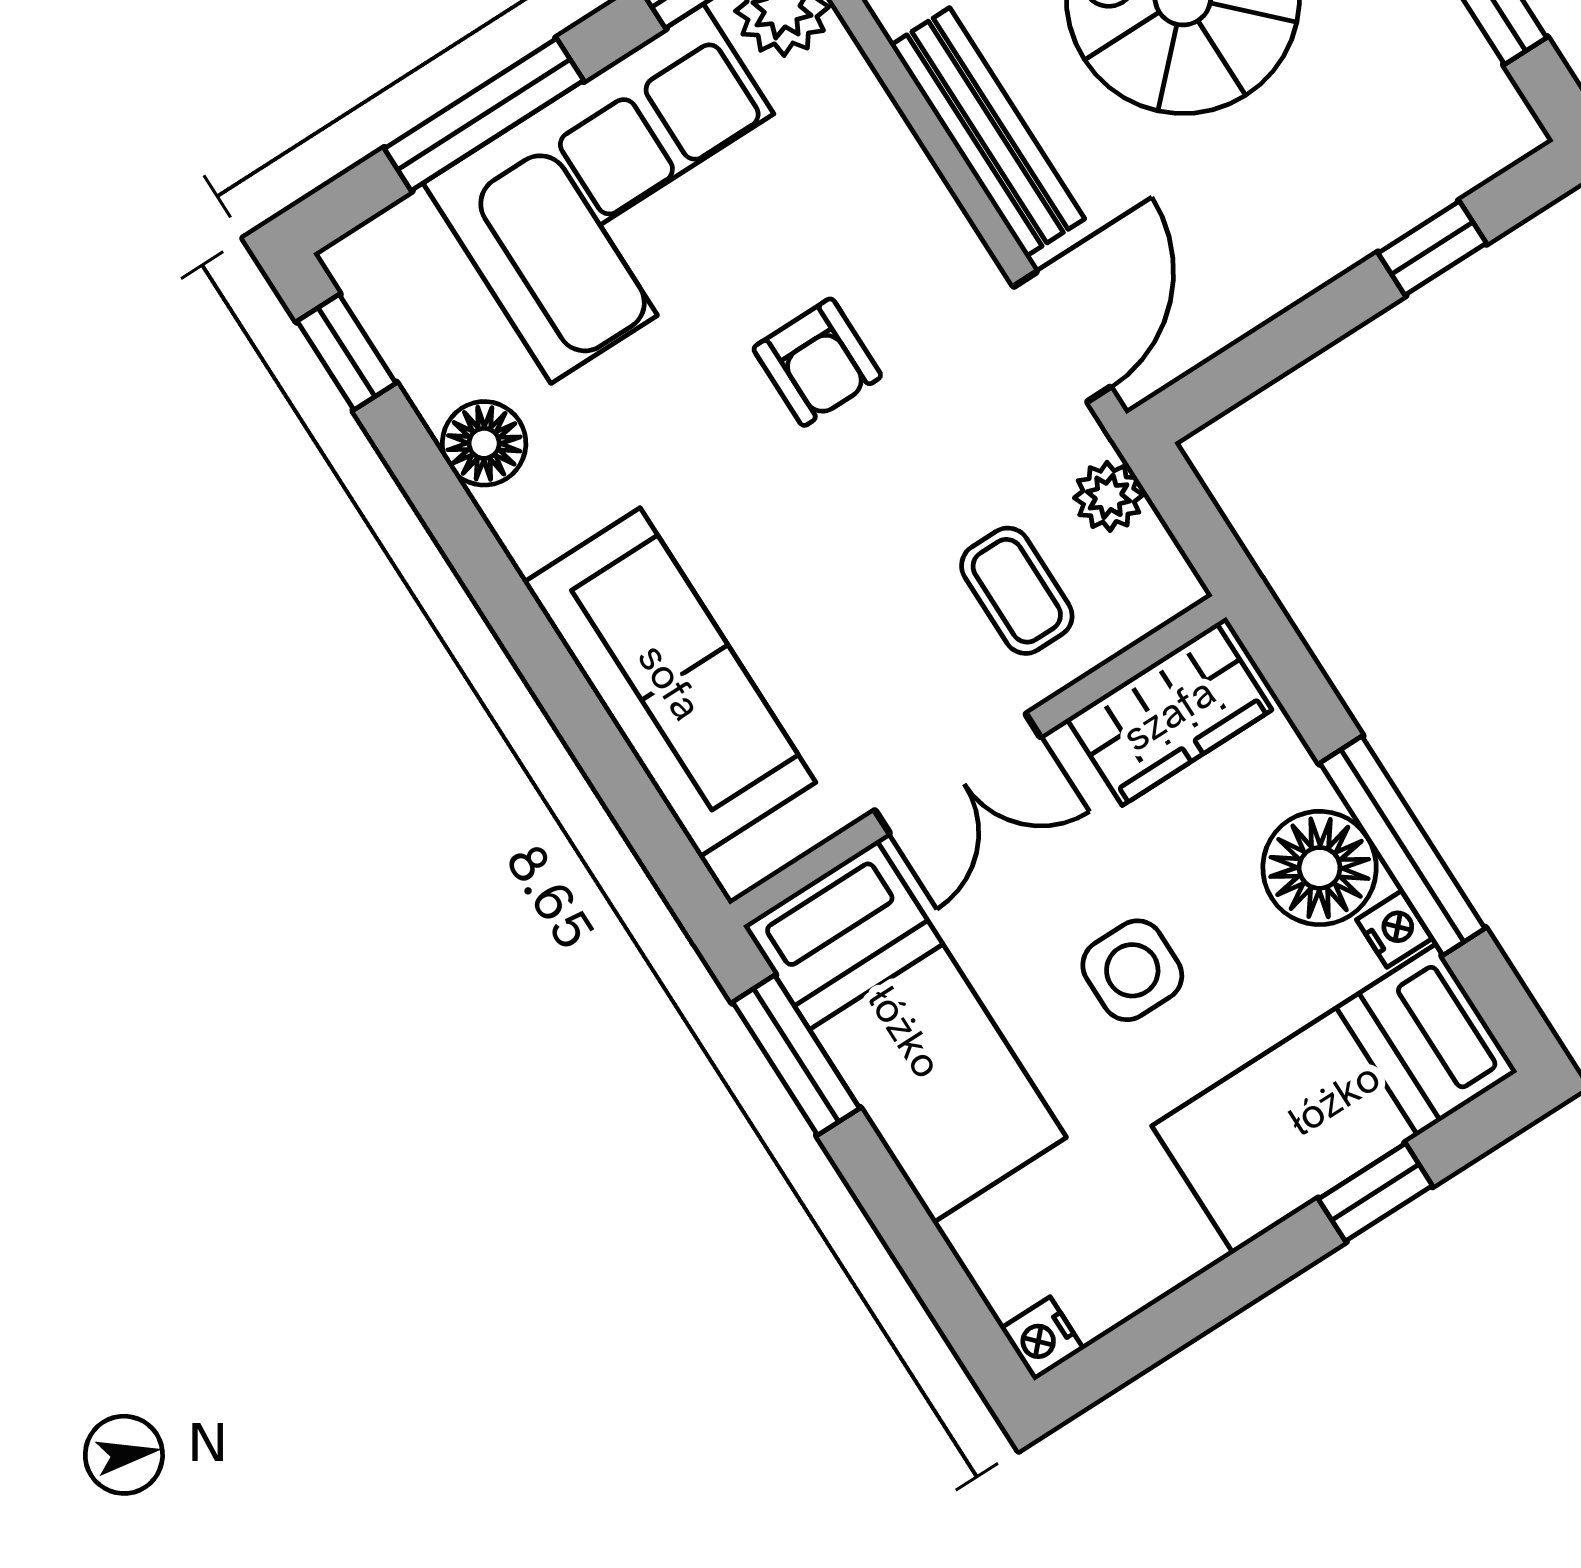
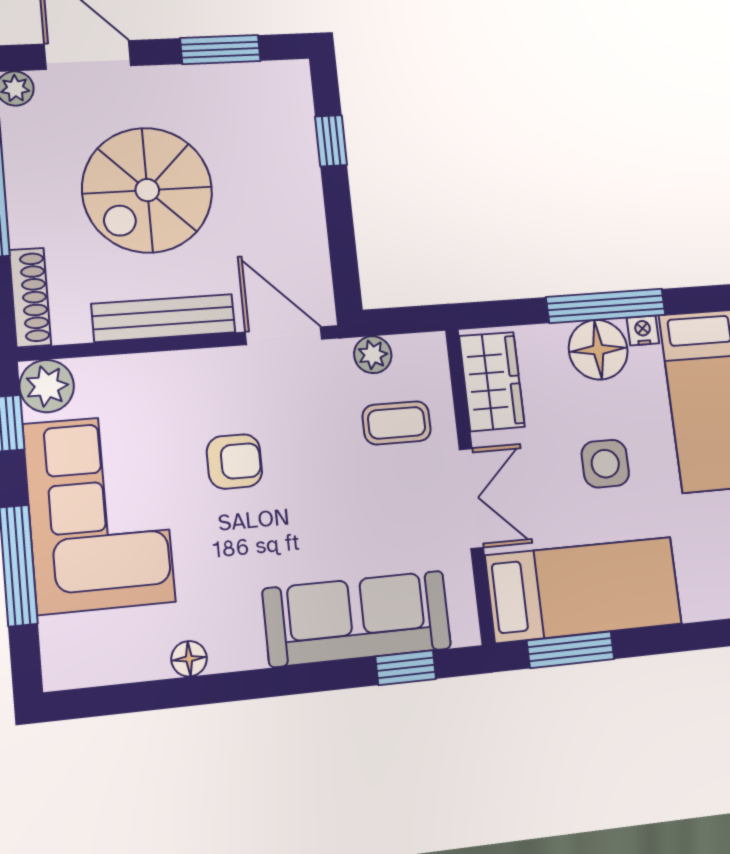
window: (347, 352) -> (406, 668), moved
floor lamp: (484, 443) -> (189, 659), width x0.73, depth x0.73

